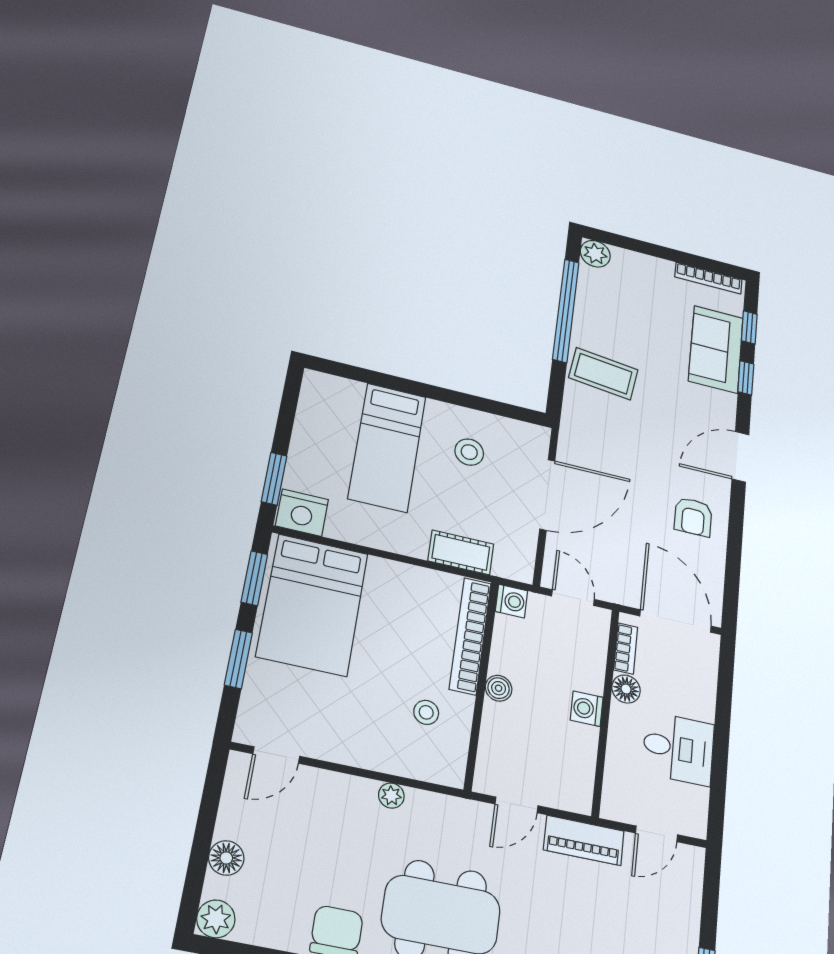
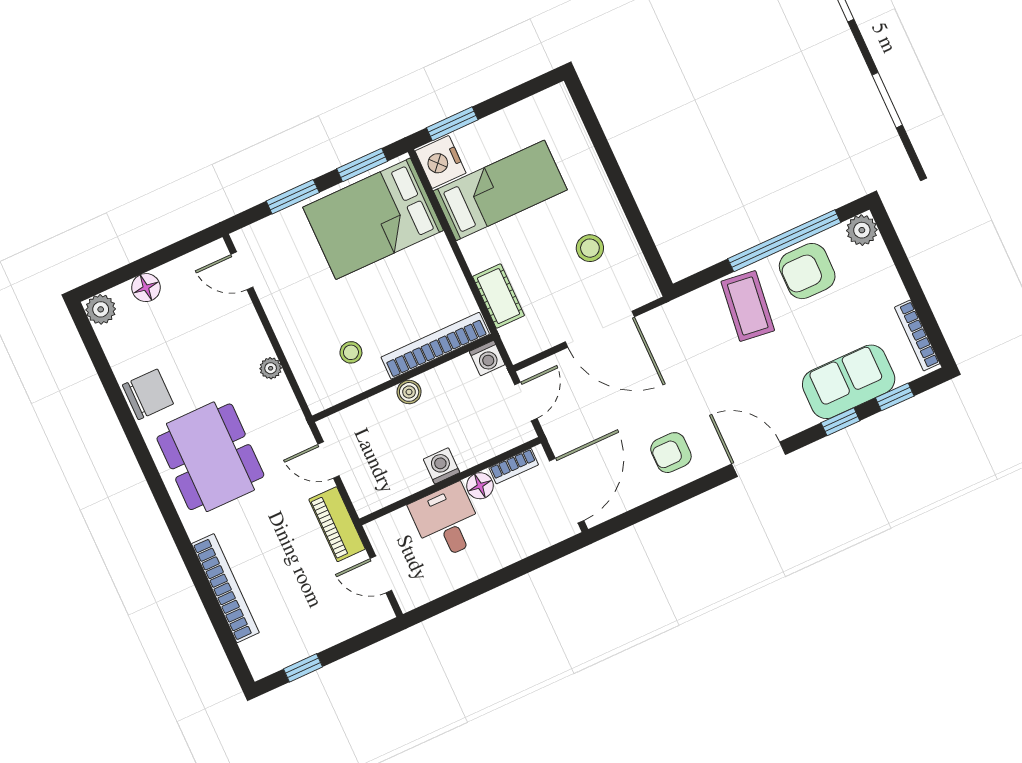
armchair: (603, 313) -> (807, 271), added
bed: (387, 447) -> (500, 190), moved, turned 180
desk: (678, 748) -> (447, 522), moved, turned 180

